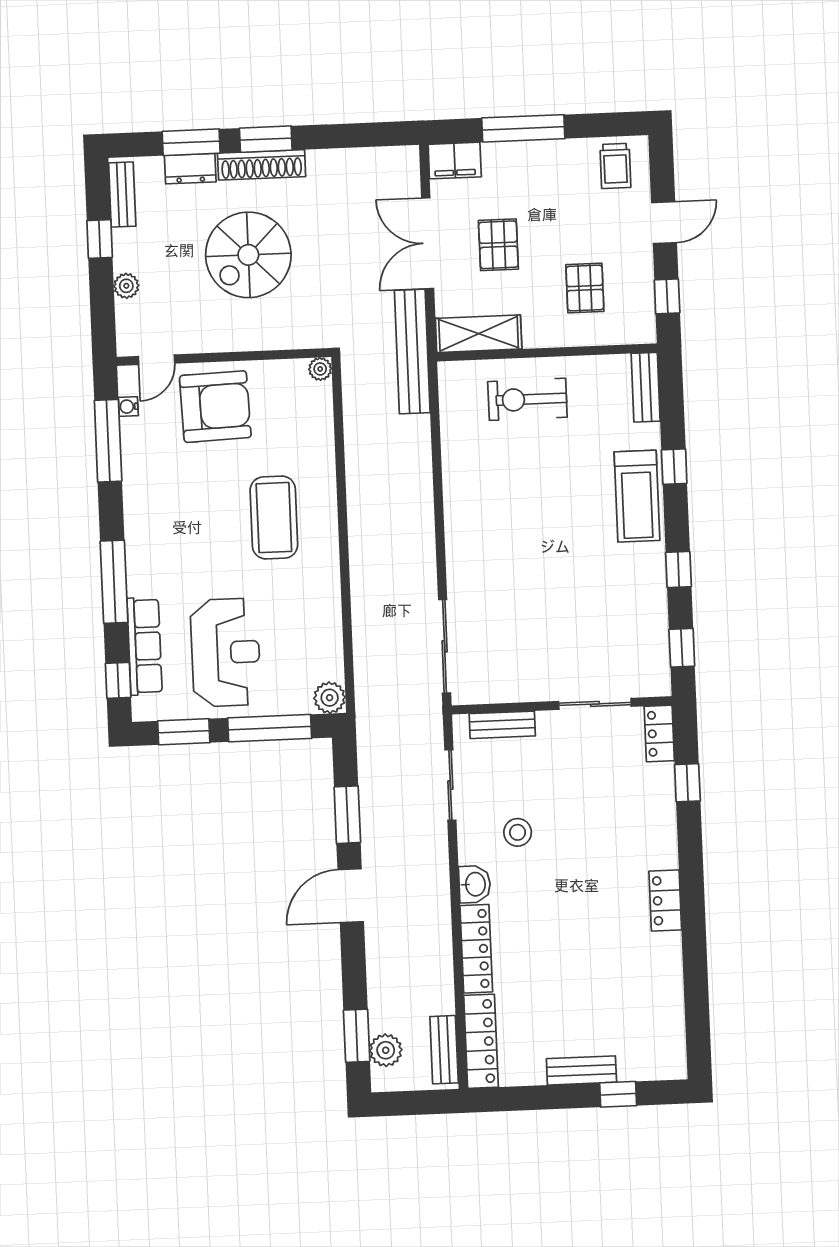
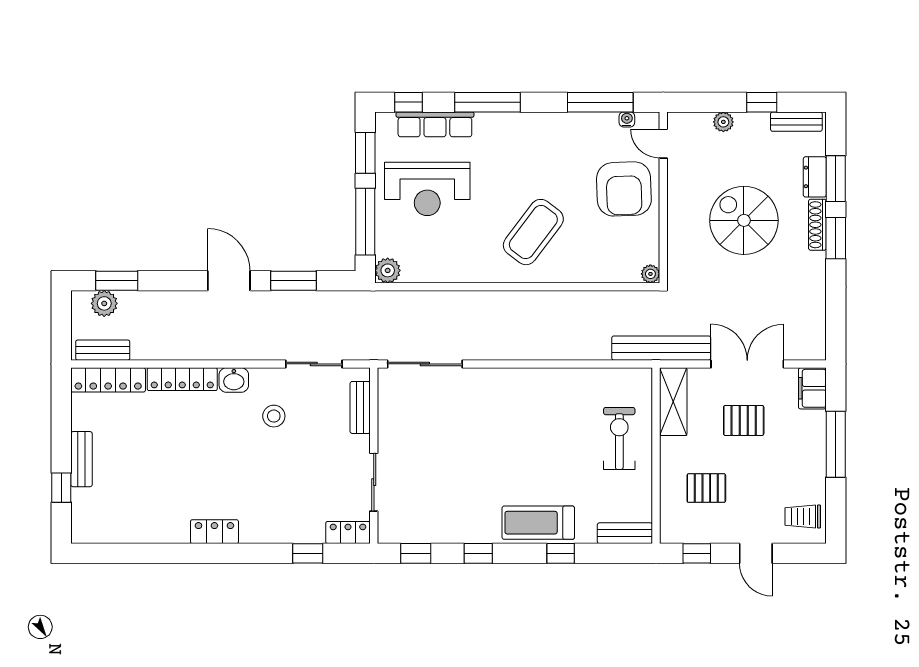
shoe rack: (262, 165) -> (817, 225), width x0.74, depth x0.81
coffee table: (274, 518) -> (533, 232), turned -53

